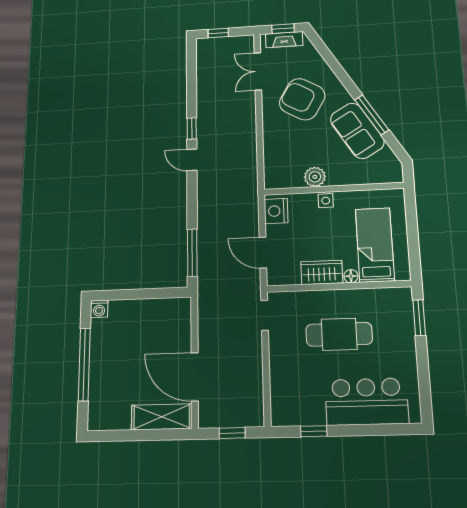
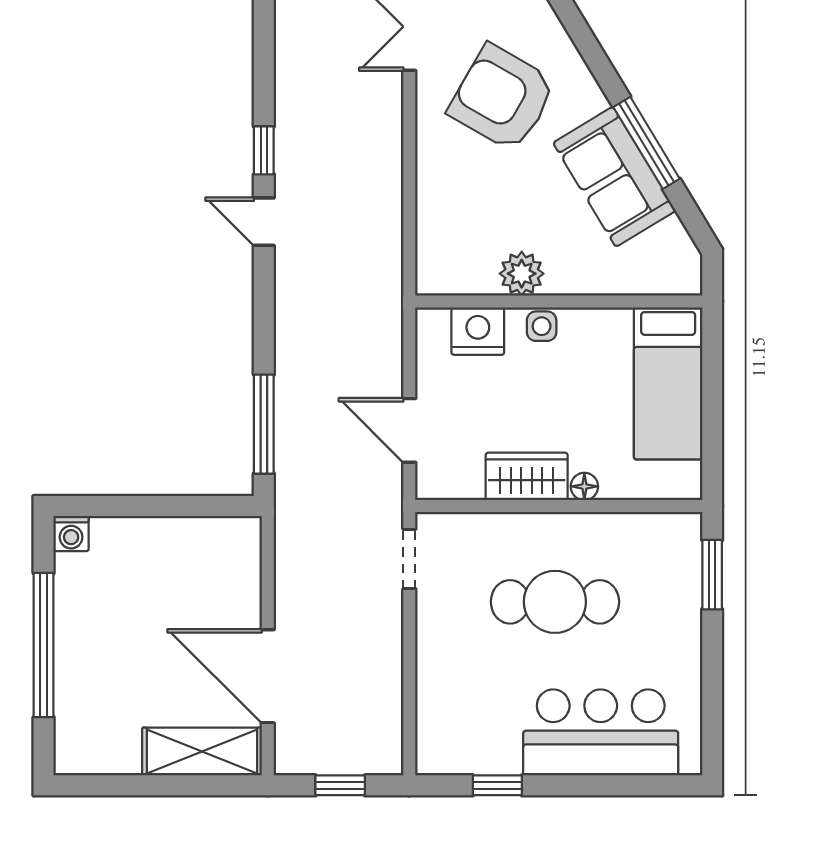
nightstand: (276, 211) -> (478, 331), moved, turned 90
bed: (375, 245) -> (668, 383), moved, turned 180

